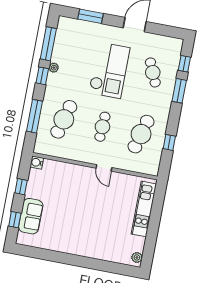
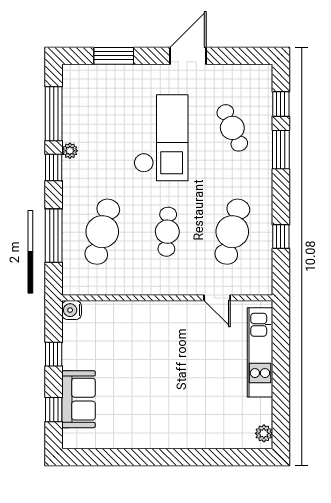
door: (104, 168) -> (217, 298), moved

